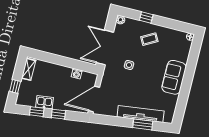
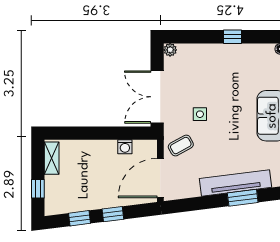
window: (146, 17) -> (233, 37), moved
coffee table: (149, 39) -> (181, 146), moved
kitchen sink: (44, 102) -> (88, 201), removed

